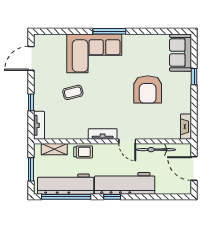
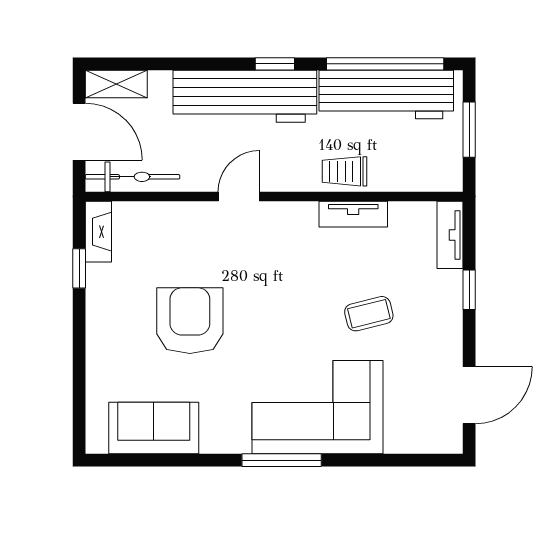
sofa: (181, 53) -> (154, 428), moved, turned -90
window: (194, 77) -> (79, 268), moved
tv unit: (103, 134) -> (353, 214), moved
door: (127, 141) -> (239, 196), hinge flipped
shelving: (54, 149) -> (116, 84), moved
bicycle: (156, 150) -> (132, 177), moved

